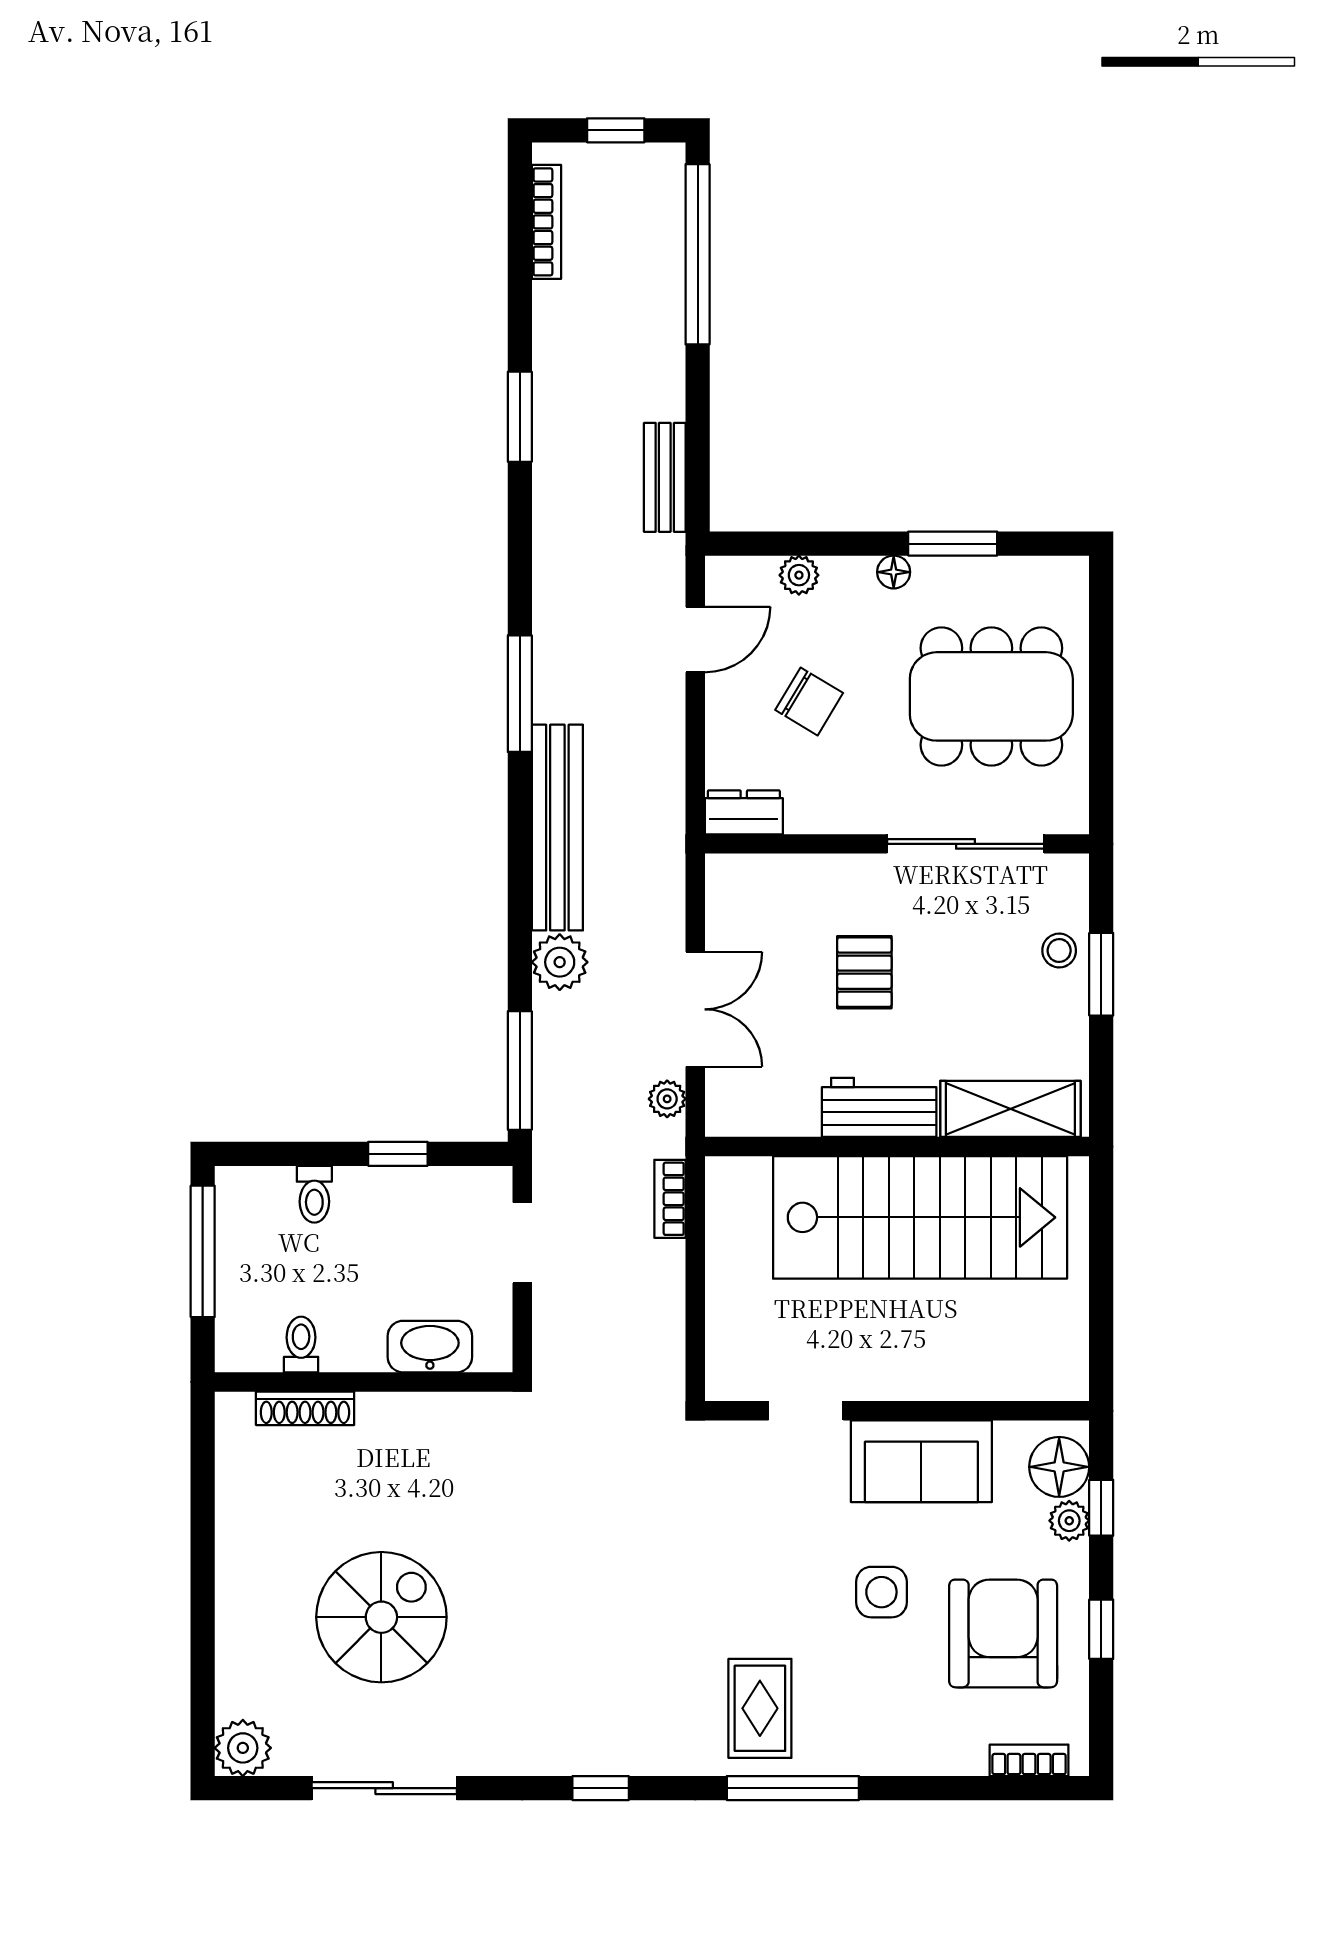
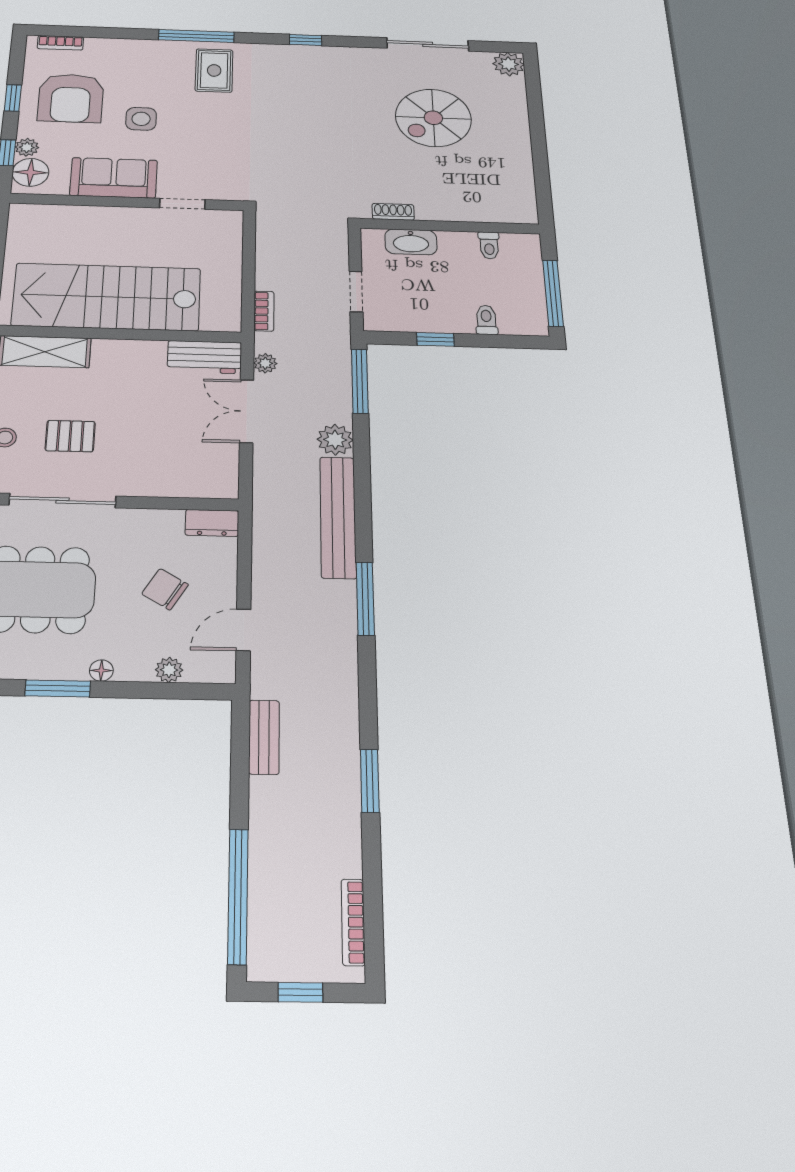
pallet: (864, 972) -> (70, 436), moved, turned 90
workbench: (879, 1107) -> (204, 357), moved
shoe rack: (305, 1408) -> (393, 212), moved, width x0.70

